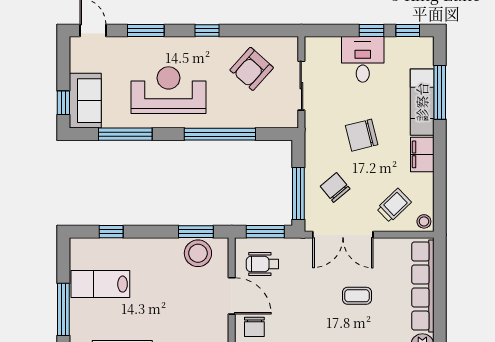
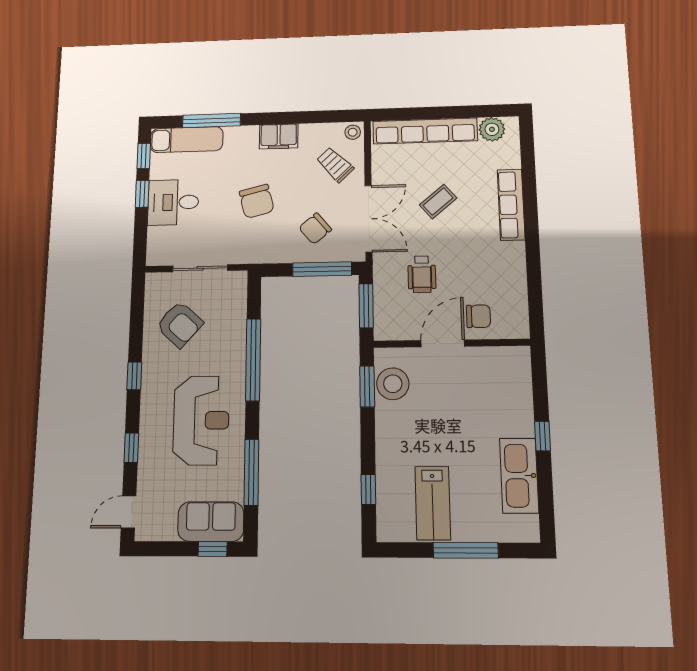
window: (146, 31) -> (131, 448), width x0.67
reception desk: (168, 90) -> (201, 420), turned 180
exam couch: (422, 102) -> (187, 140), moved
wheelchair: (262, 264) -> (422, 274), moved
coffee table: (357, 296) -> (438, 202), turned 50

